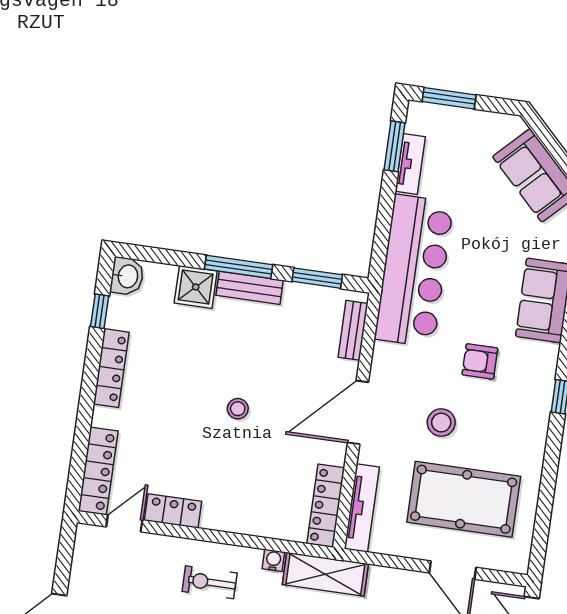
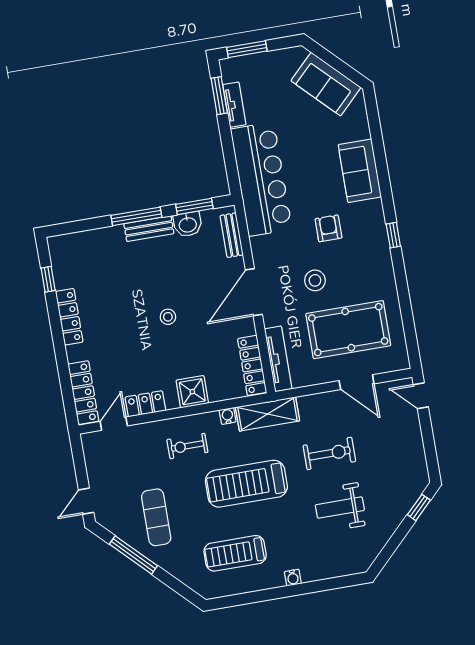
washbasin: (127, 276) -> (188, 224), moved, turned 90
shower: (196, 287) -> (192, 392), moved
armchair: (480, 361) -> (328, 228), turned 90

